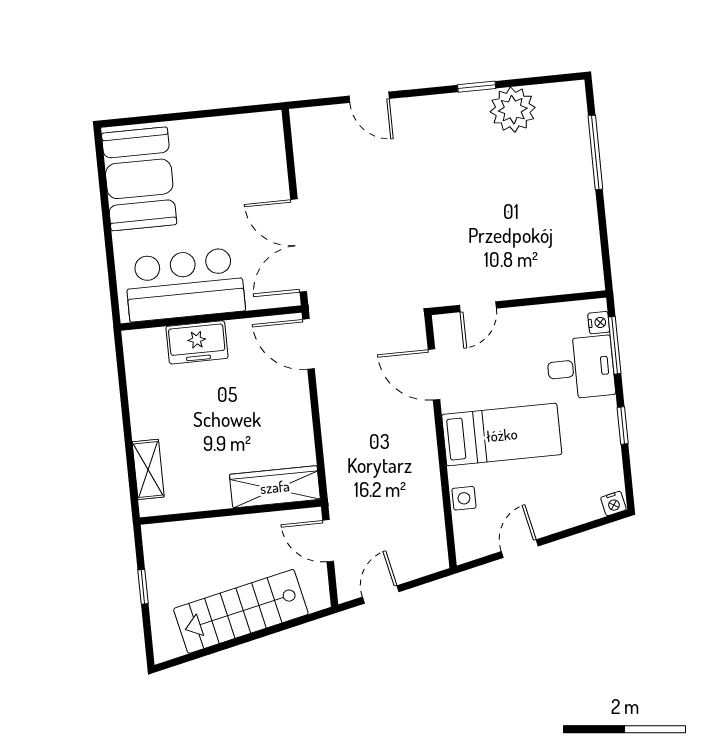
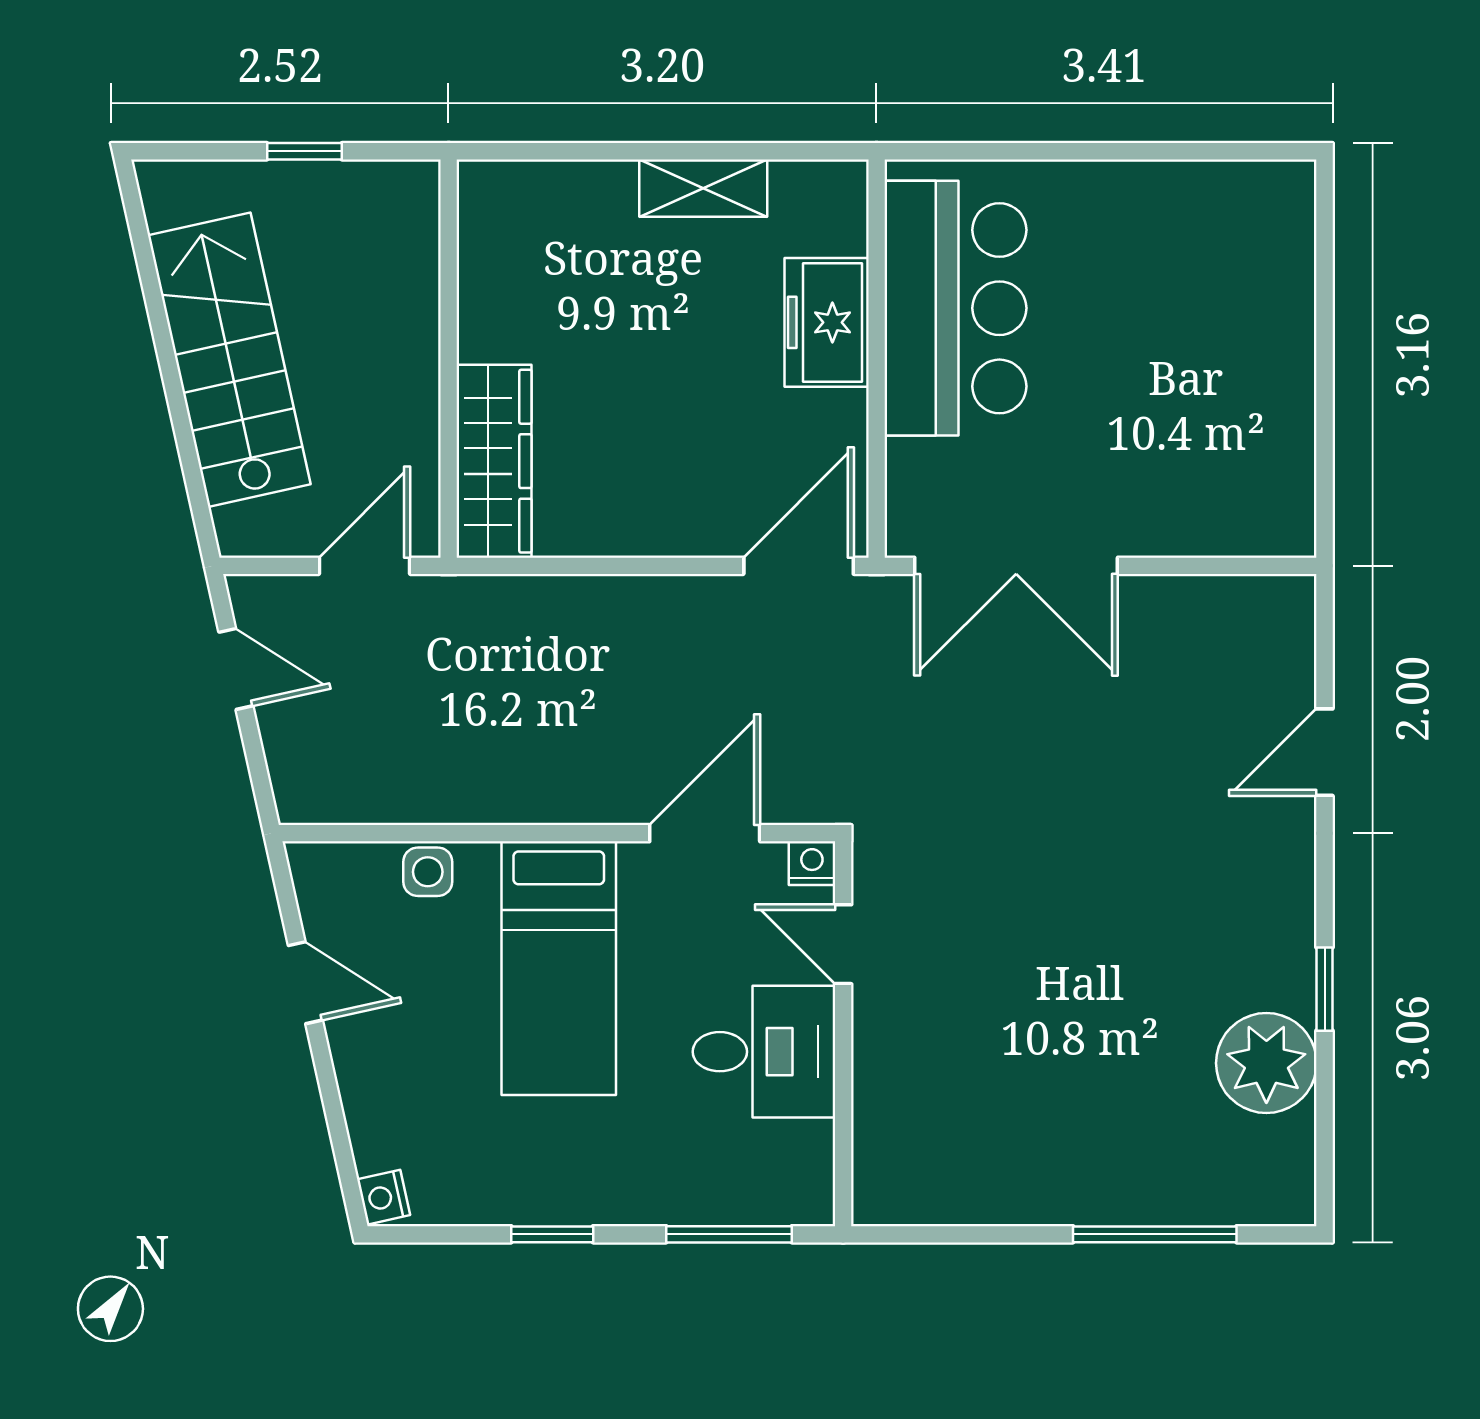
booth: (139, 179) -> (1196, 232), removed
double door: (299, 245) -> (1016, 566), swing flipped
nightstand: (599, 323) -> (812, 863), moved, turned 180
desk: (581, 368) -> (764, 1052), moved, turned -90
shelving: (148, 469) -> (703, 188), moved

